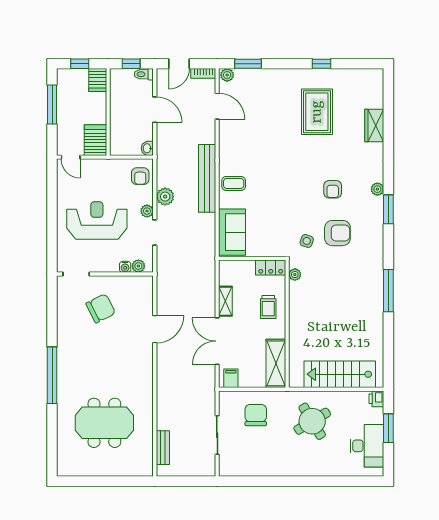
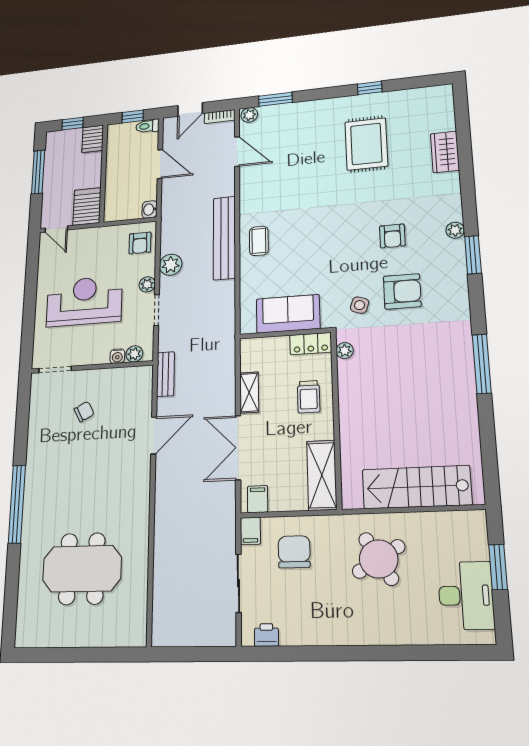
coffee table: (234, 183) -> (259, 241), turned 90
sofa: (232, 232) -> (288, 314), moved, turned -90
chair: (101, 308) -> (84, 412), width x0.54, depth x0.54
printer: (376, 399) -> (266, 635), moved, turned 90
filing cabinet: (226, 400) -> (250, 531), added
bench: (163, 448) -> (166, 374), moved

